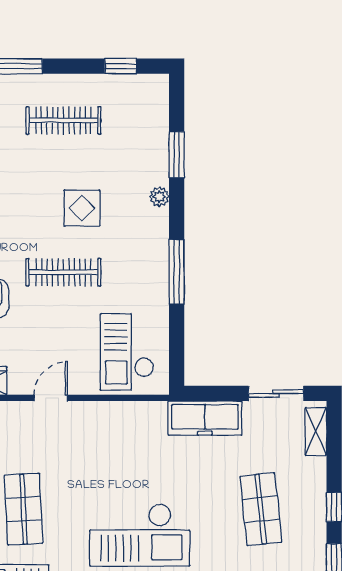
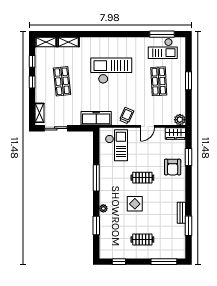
clothes rail: (63, 120) -> (142, 239), width x0.73
clothes rail: (63, 272) -> (142, 178), width x0.73
freezer: (205, 418) -> (96, 118), moved
trolley: (102, 425) -> (127, 116), added

